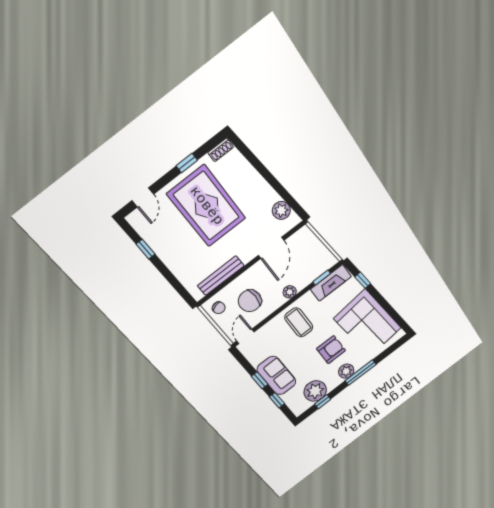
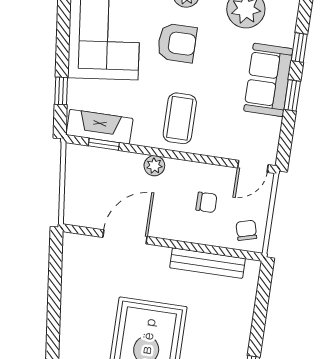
plant: (281, 210) -> (75, 266), removed
chair: (250, 301) -> (206, 202), width x0.54, depth x0.54
armchair: (331, 350) -> (177, 43), turned 180

